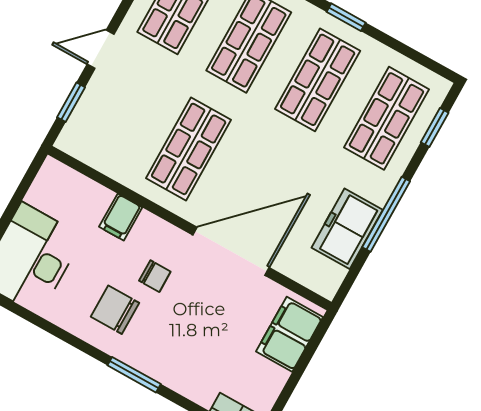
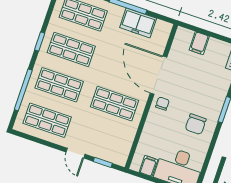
filing cabinet: (121, 217) -> (148, 166), moved, turned -90
chair: (155, 276) -> (162, 104), moved
filing cabinet: (289, 334) -> (199, 43), width x0.50

